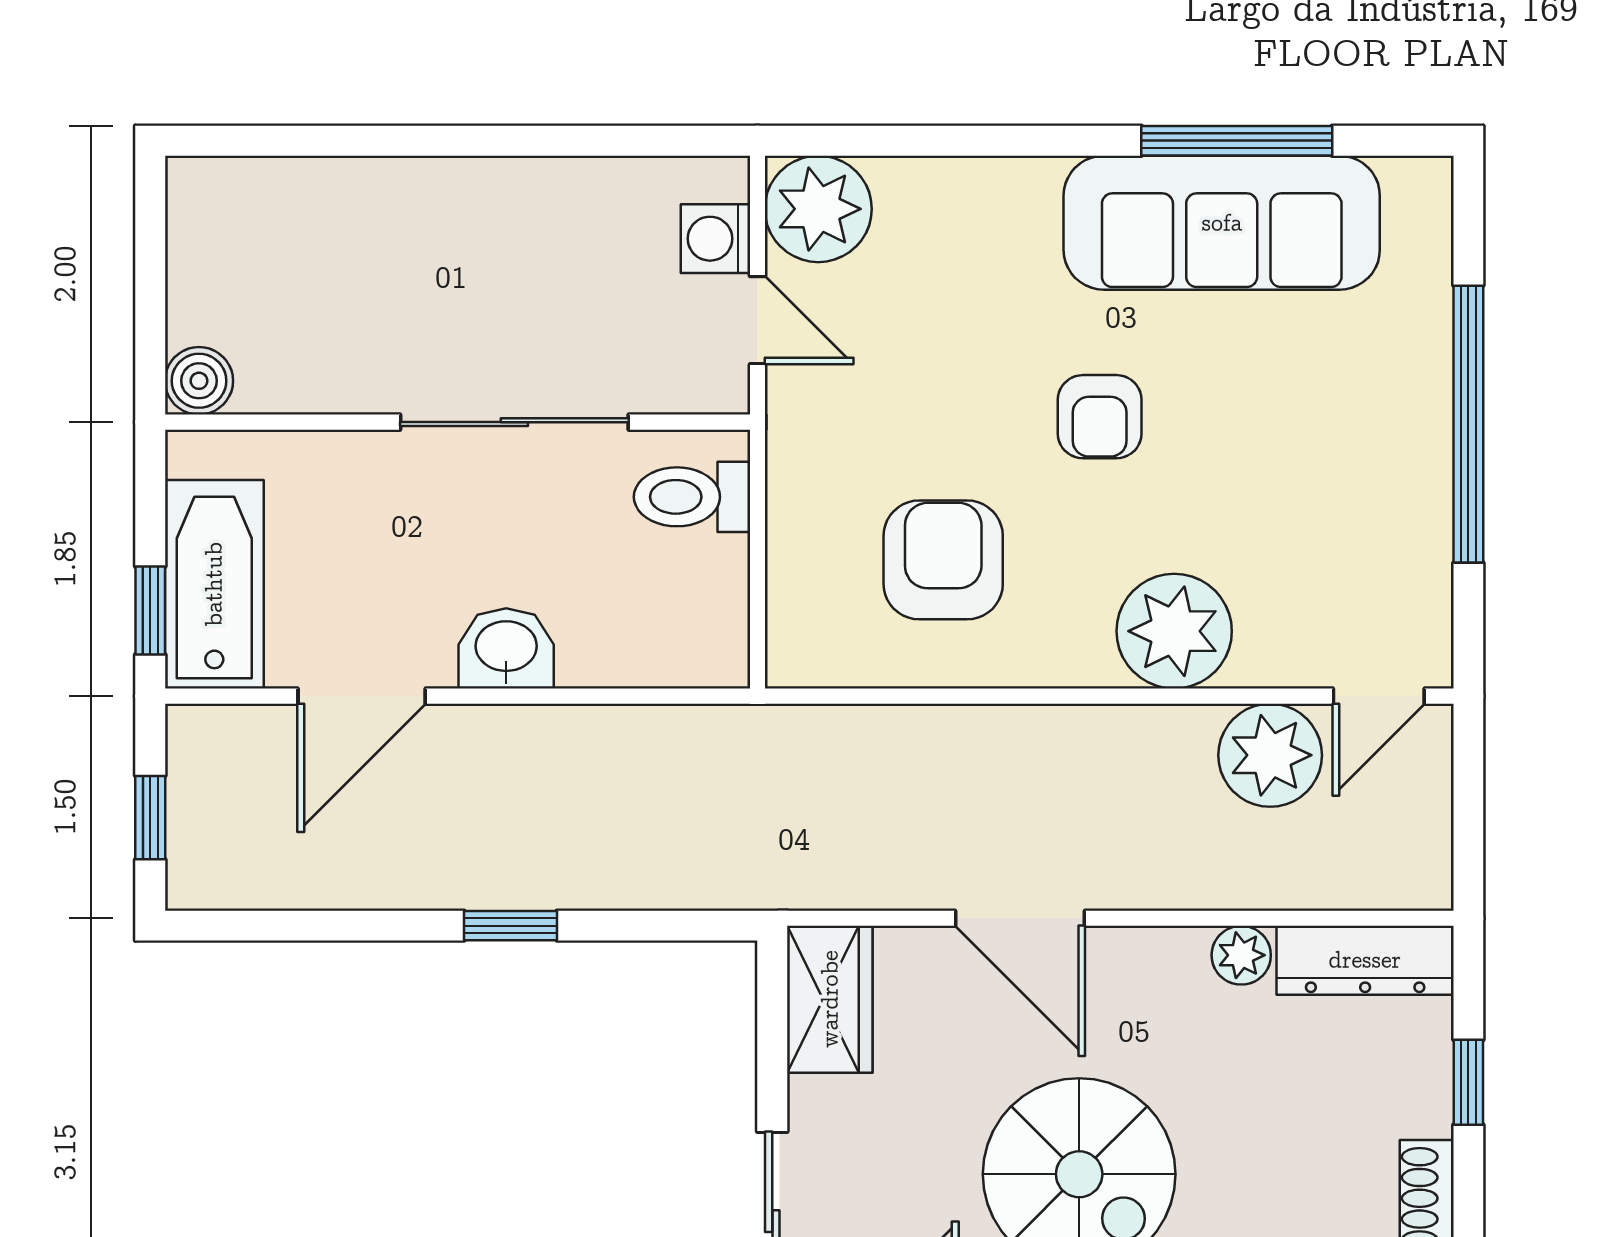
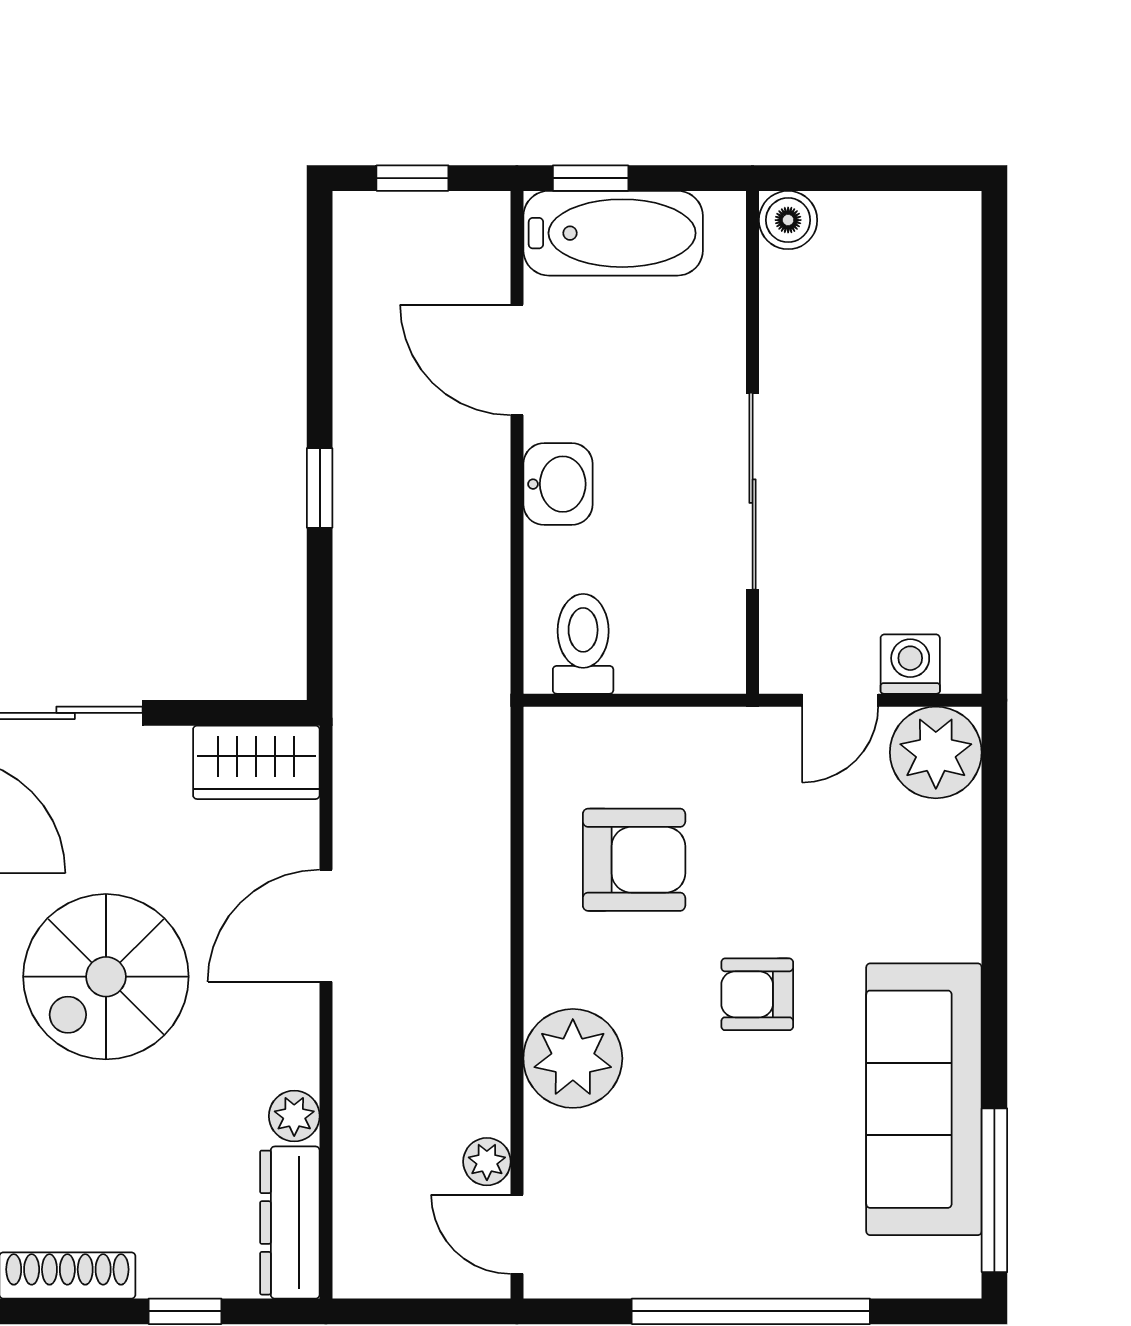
window: (1237, 141) -> (994, 1190), moved
toilet: (692, 497) -> (583, 644), moved
plant: (1270, 755) -> (487, 1162), width x0.53, depth x0.53

